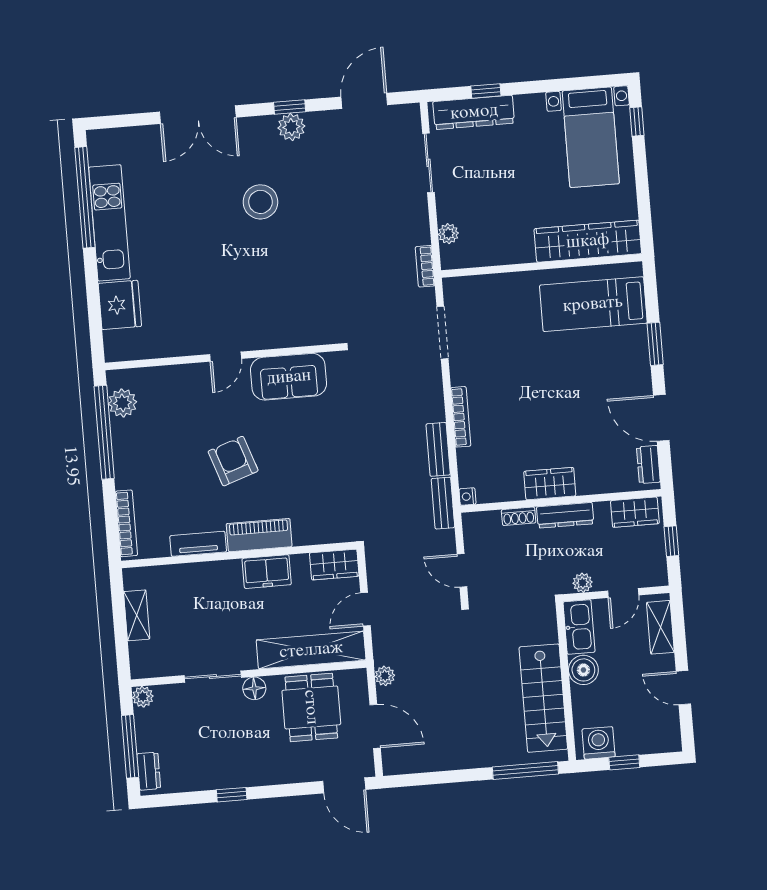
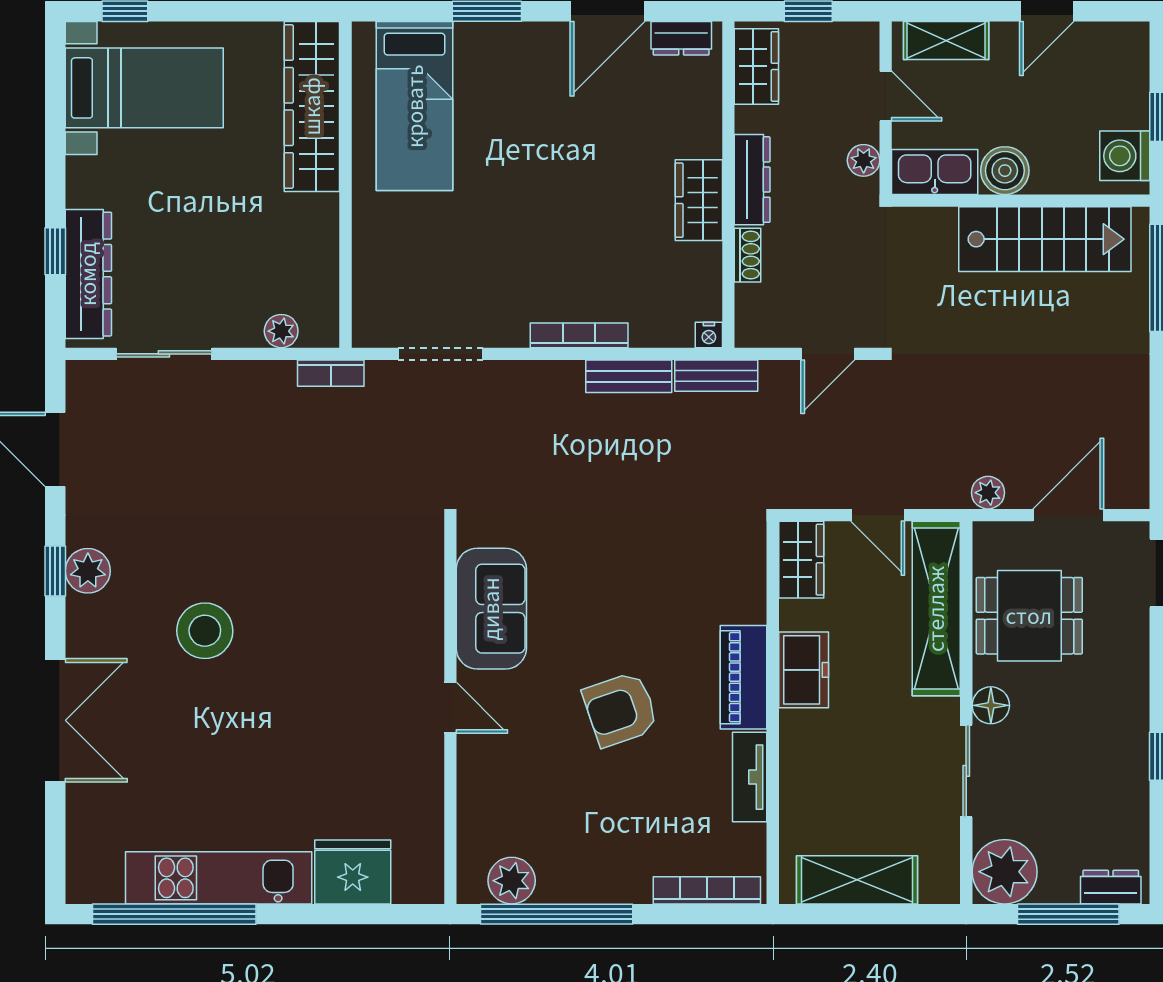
shelving: (137, 615) -> (857, 880), width x1.50, depth x1.33
plant: (143, 697) -> (1005, 872), width x1.87, depth x1.87

